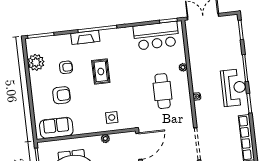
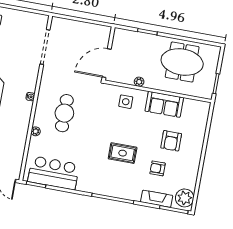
fireplace: (85, 37) -> (157, 199), moved
plant: (36, 62) -> (185, 198), moved
rug: (101, 71) -> (123, 153), turned 90
armchair: (61, 95) -> (171, 141), turned -90
sofa: (56, 128) -> (164, 104), moved

